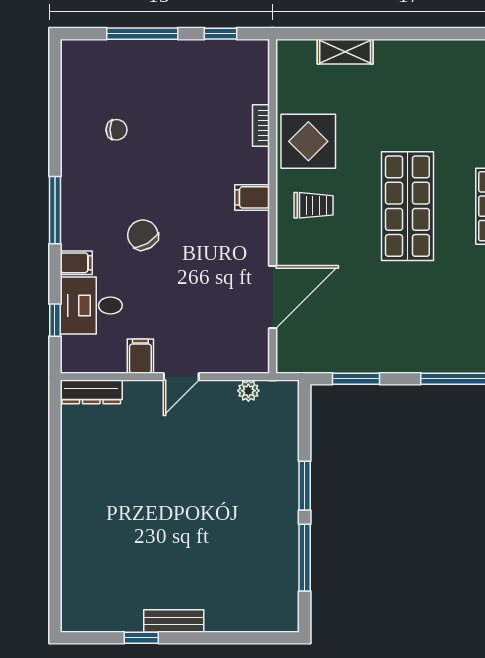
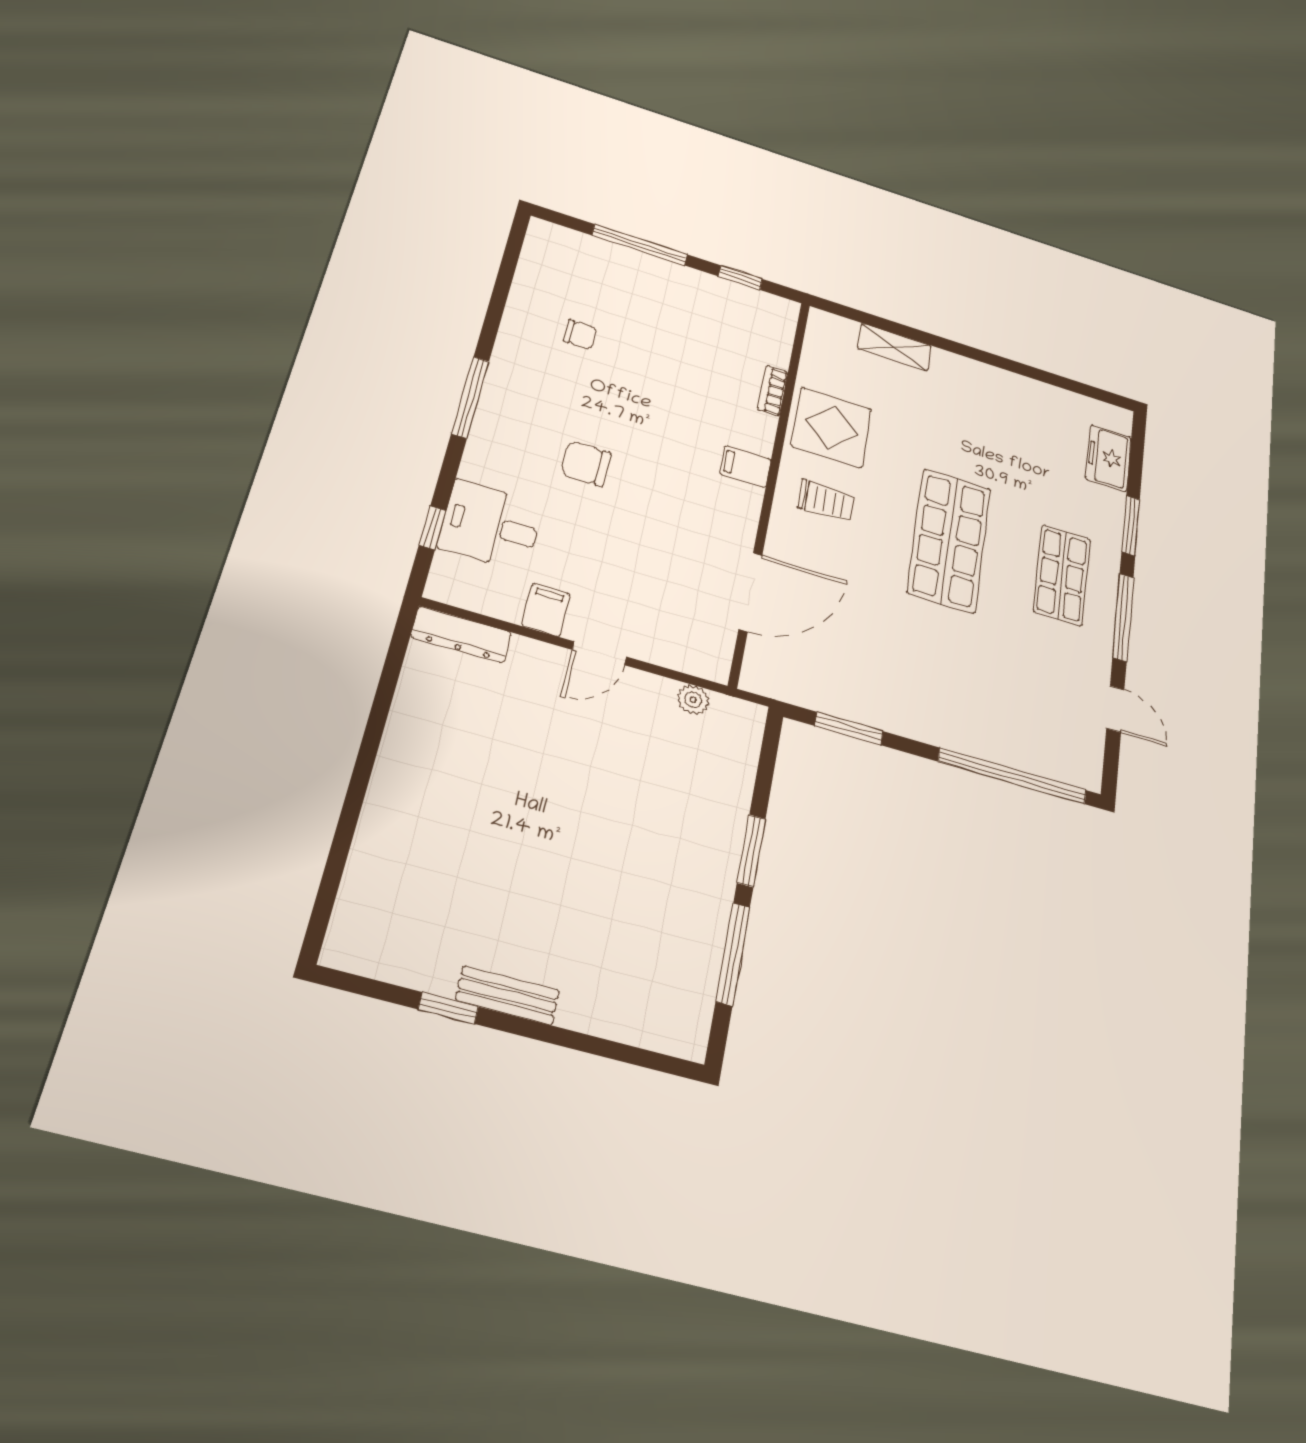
chair: (143, 235) -> (586, 464), turned -59
filing cabinet: (76, 263) -> (483, 468), removed

